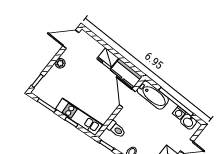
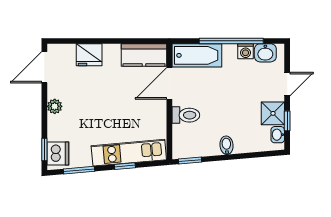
fridge: (108, 58) -> (89, 55), moved
dishwasher: (43, 88) -> (58, 153), added
door: (127, 98) -> (169, 83), hinge flipped
toilet: (116, 129) -> (186, 115), moved

